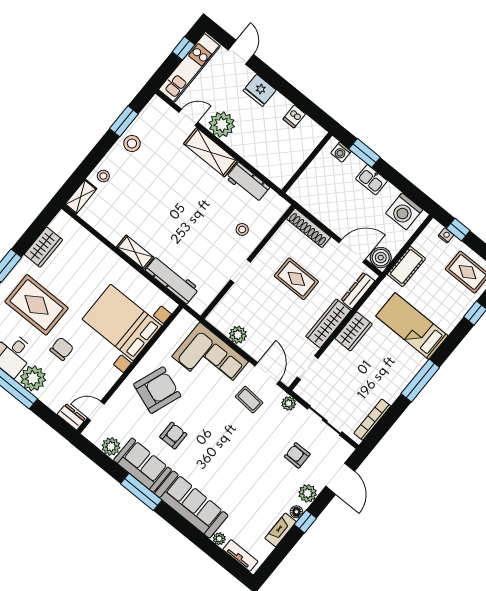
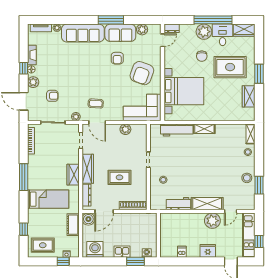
corner sofa: (210, 359) -> (142, 108), moved

